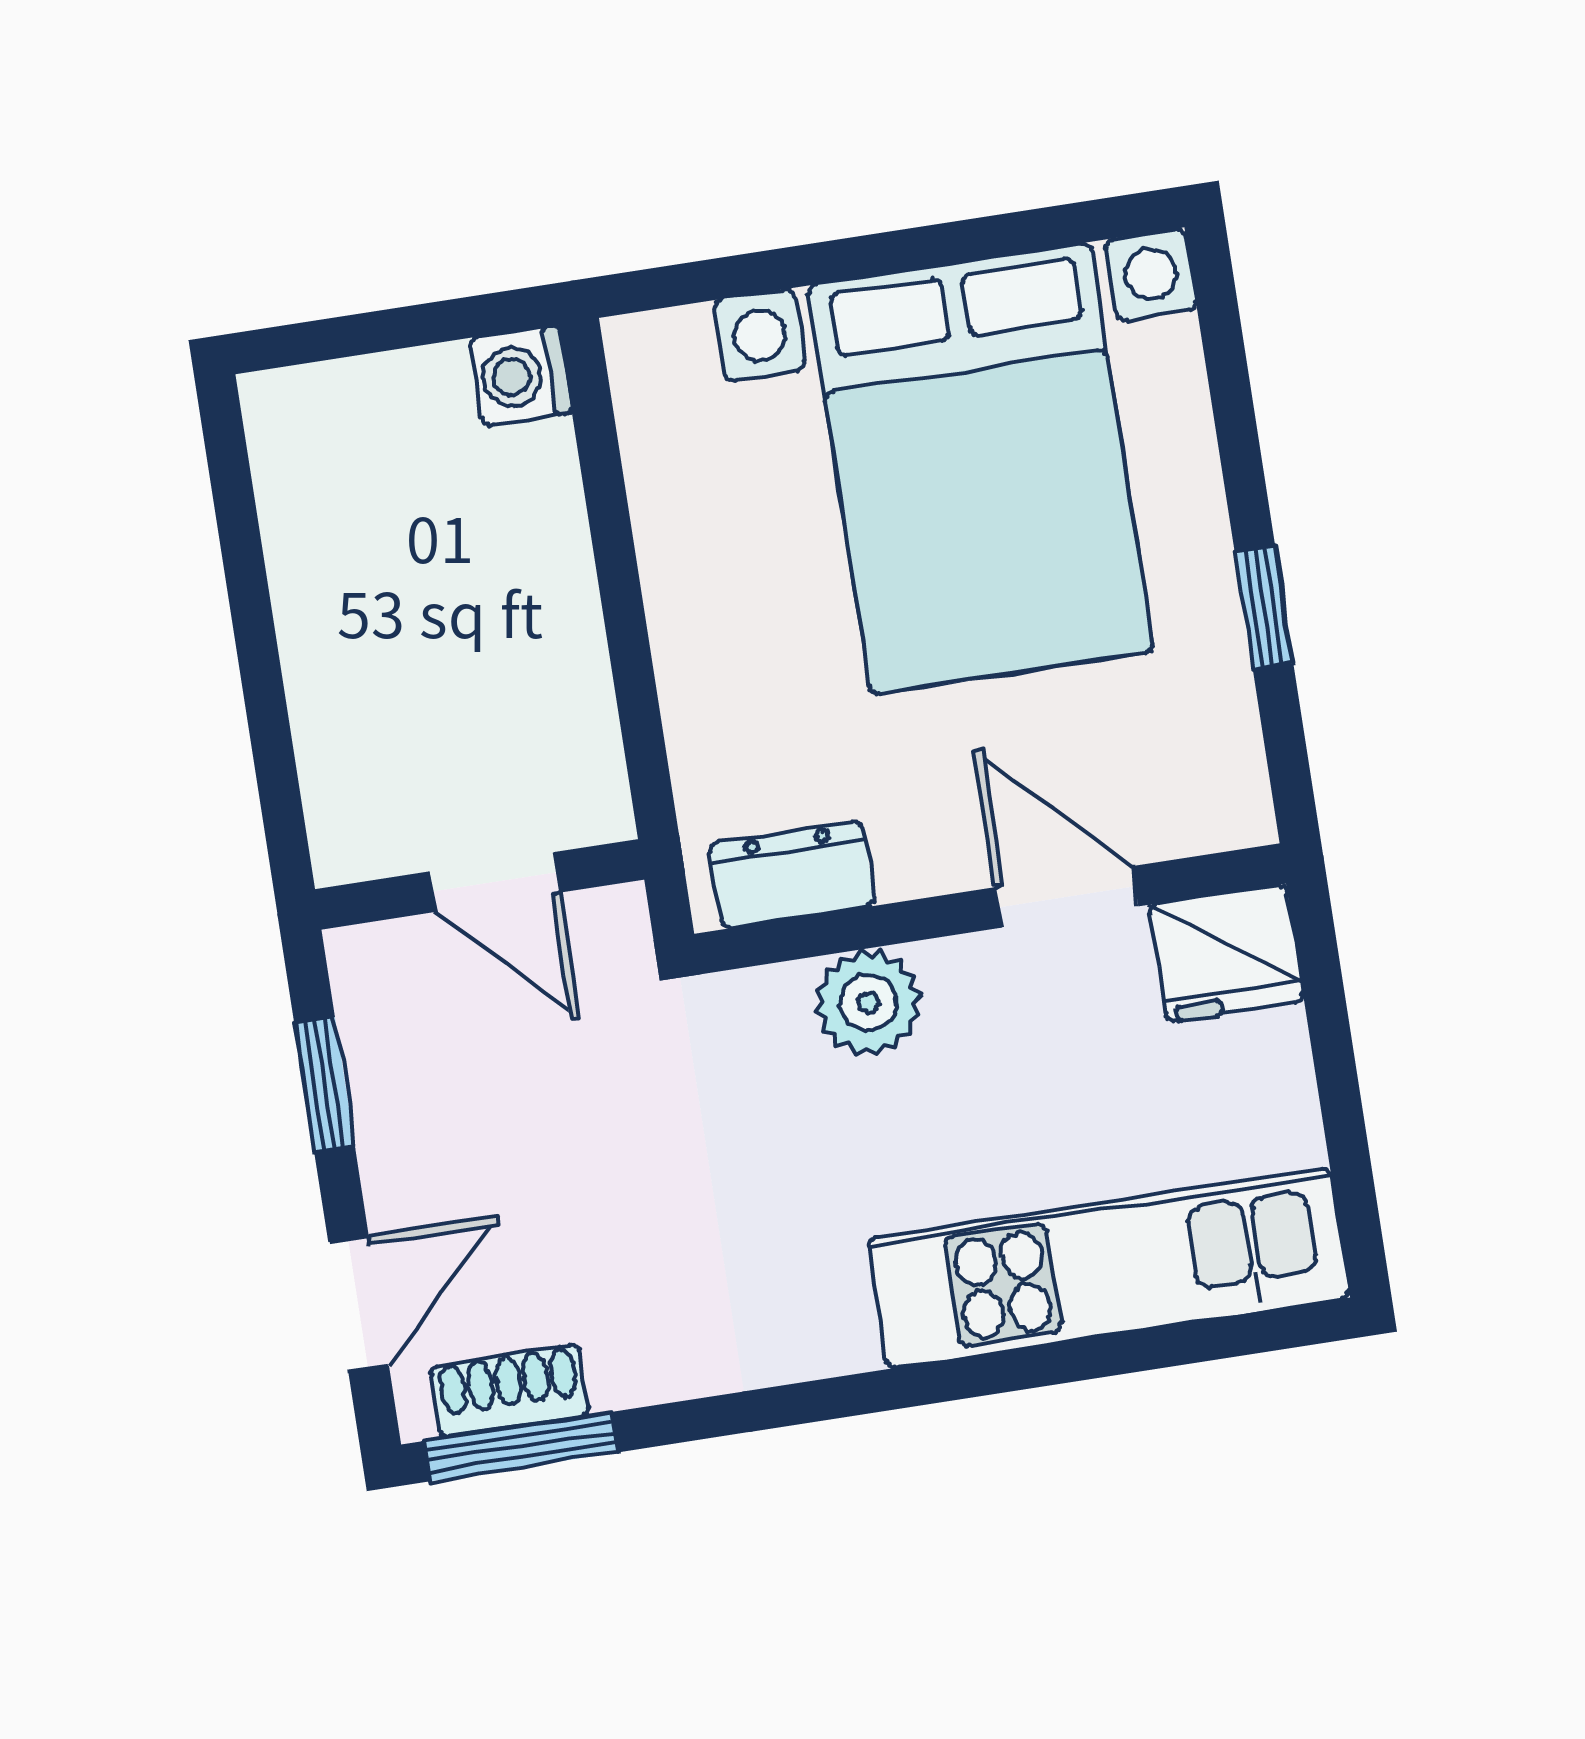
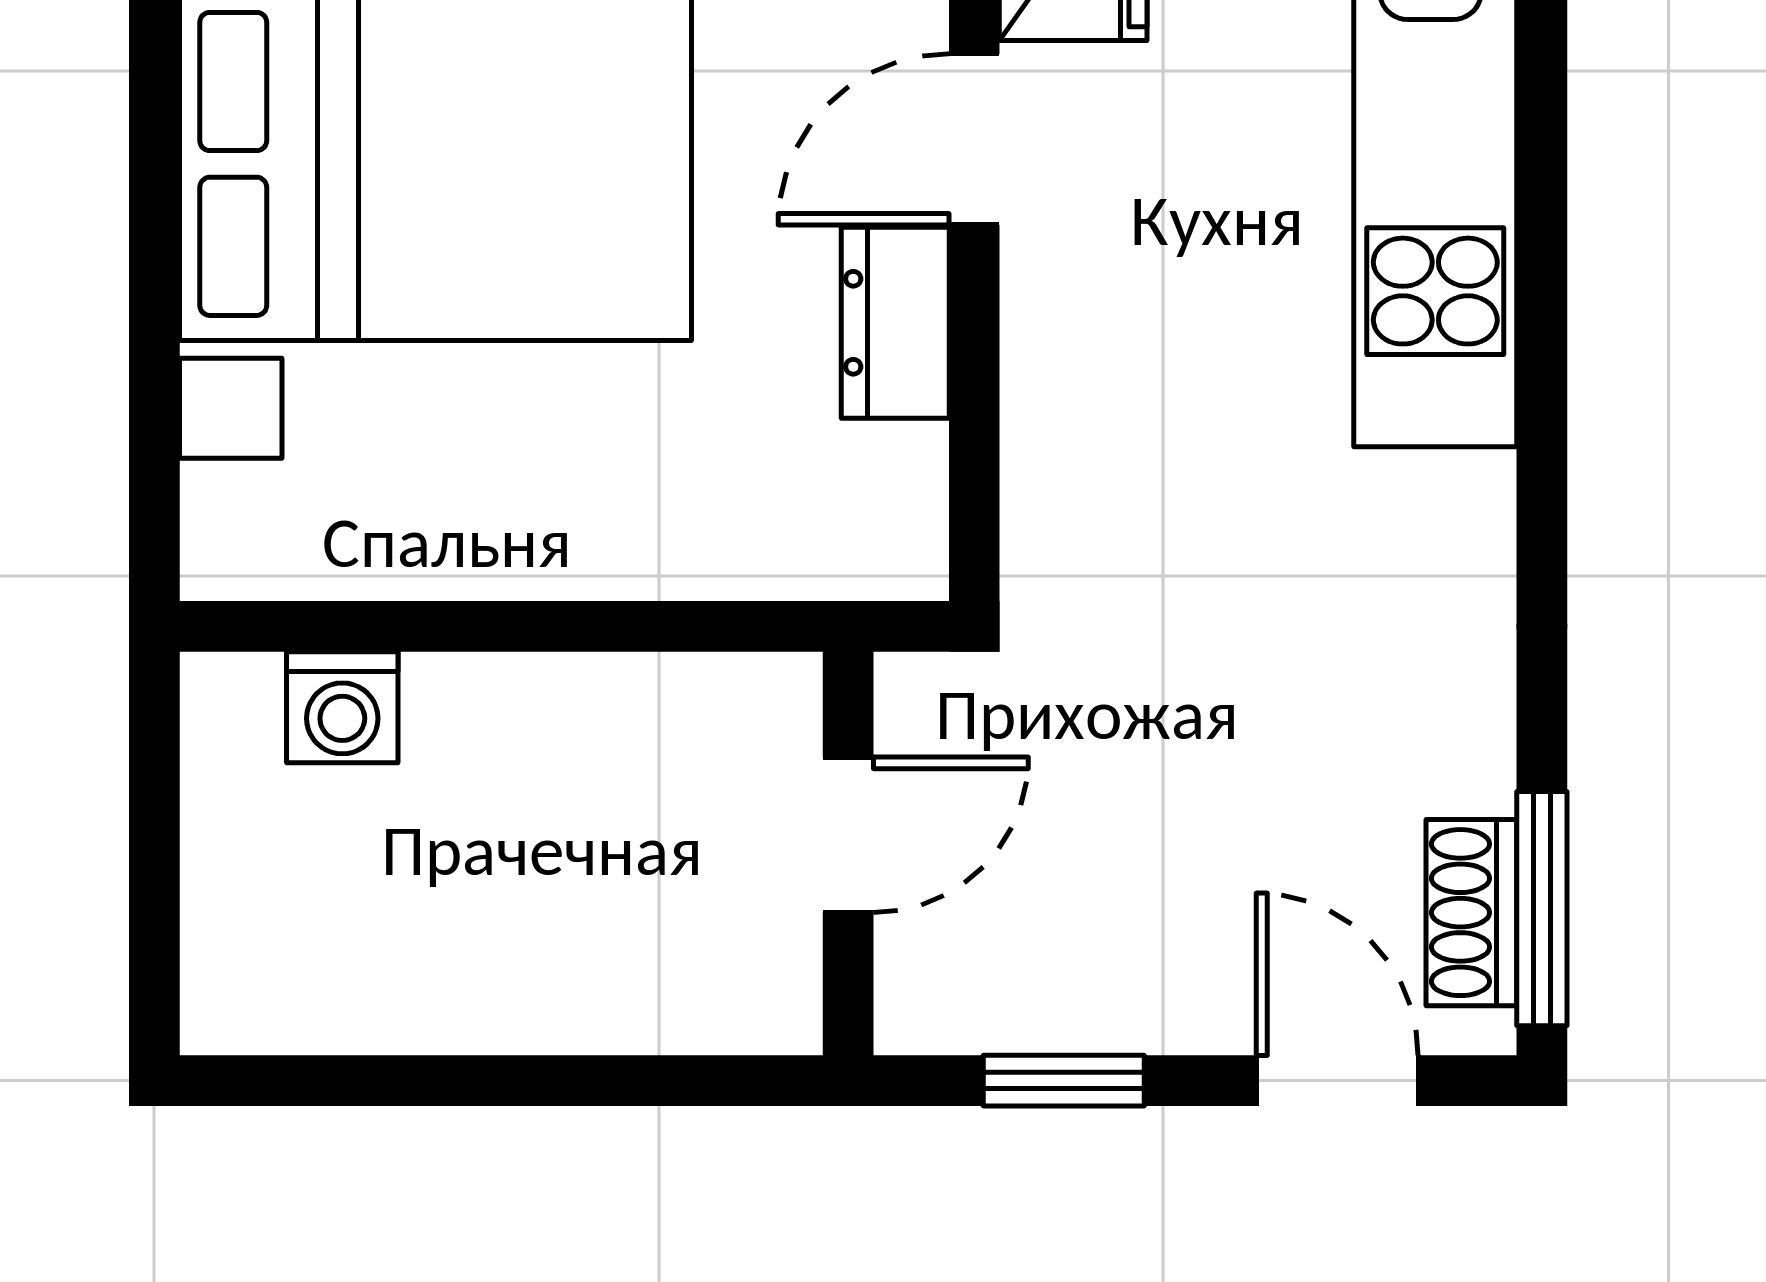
washing machine: (521, 376) -> (342, 707), moved
dresser: (792, 875) -> (895, 323), moved
plant: (868, 1002) -> (1066, 401), removed

